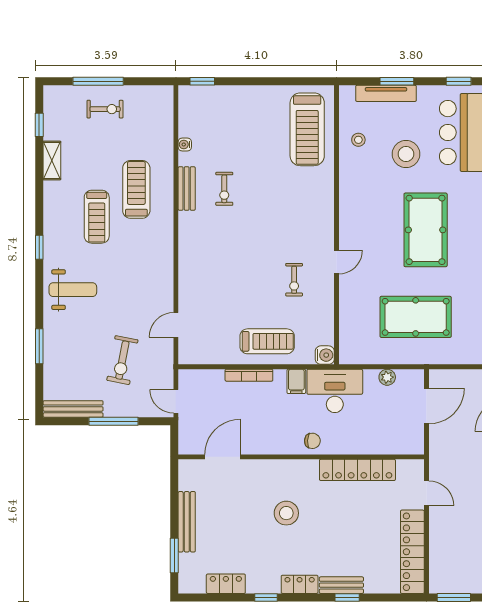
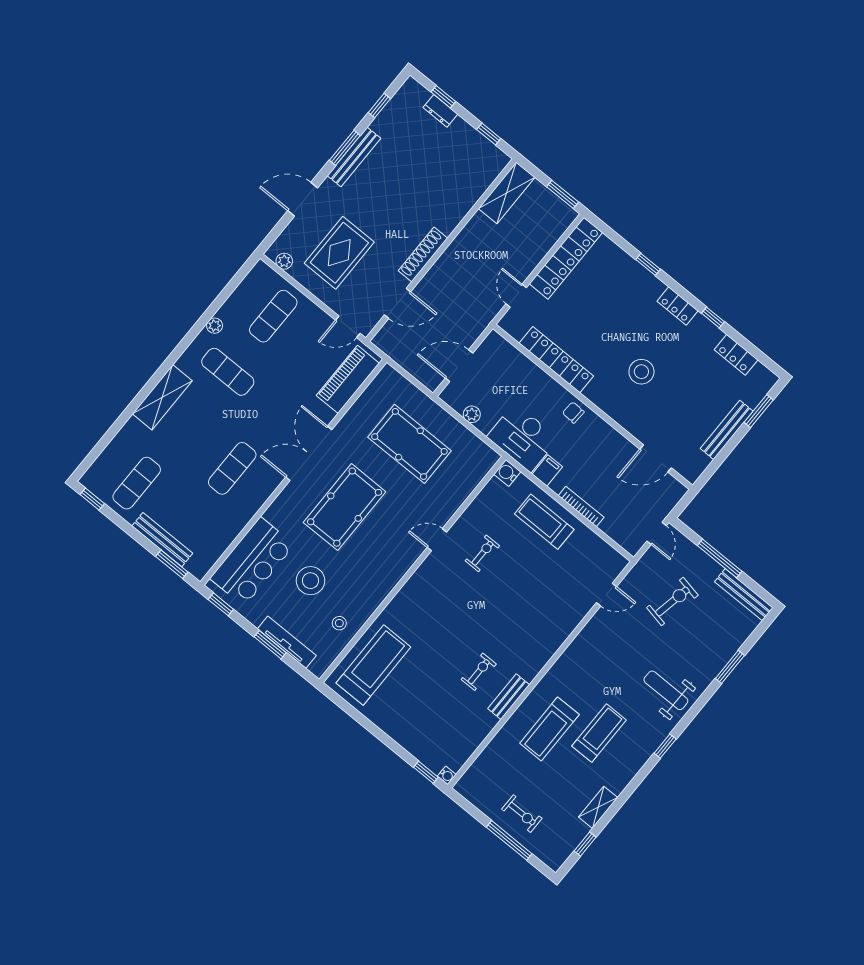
exercise bike: (105, 109) -> (522, 814), turned 180
water cooler: (185, 144) -> (447, 775), moved
bench: (341, 585) -> (645, 278), removed

